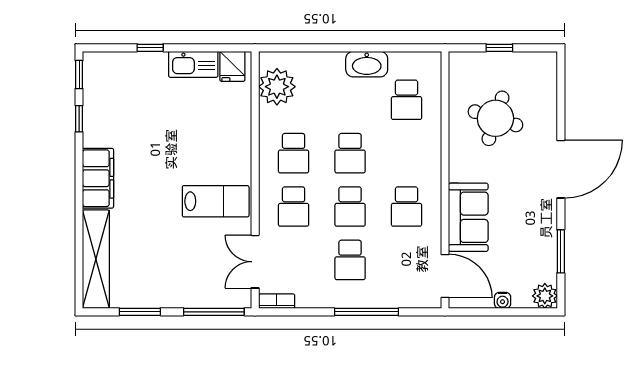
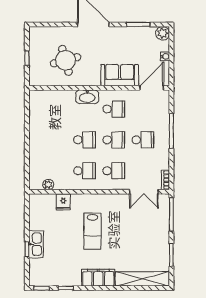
kitchen sink: (193, 64) -> (36, 244), moved
washbasin: (367, 64) -> (87, 97), moved, turned 90
fridge: (232, 66) -> (63, 202), moved, turned 90
plant: (277, 87) -> (48, 185), width x0.53, depth x0.53
school desk: (407, 100) -> (55, 109), removed
round table: (495, 118) -> (65, 60), turned -33
lab bench: (216, 201) -> (92, 231), moved, turned 180

